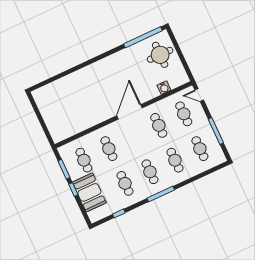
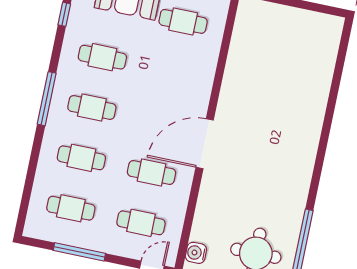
water cooler: (164, 88) -> (196, 253), moved
door: (129, 112) -> (205, 144), swing flipped
cafe table: (109, 149) -> (173, 72), removed

